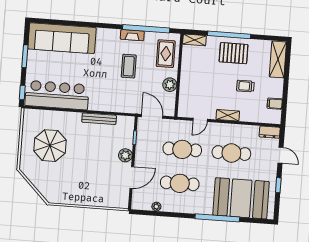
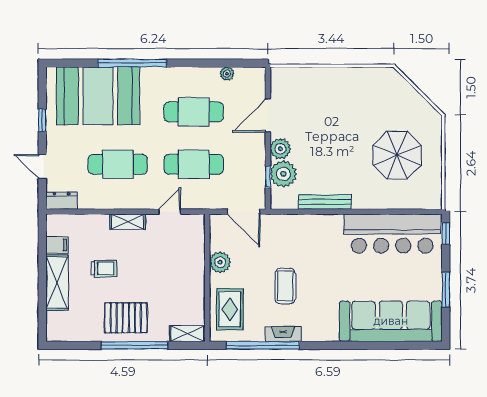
shelving: (278, 59) -> (57, 283), moved
plant: (125, 139) -> (283, 174), added

